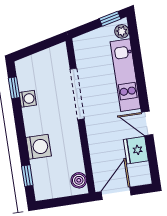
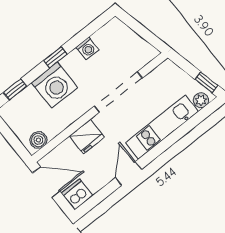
window: (14, 88) -> (55, 57), moved
washing machine: (39, 147) -> (54, 85), width x1.37, depth x1.37
fridge: (136, 150) -> (87, 137), moved, turned 180
dishwasher: (140, 174) -> (77, 194), added

